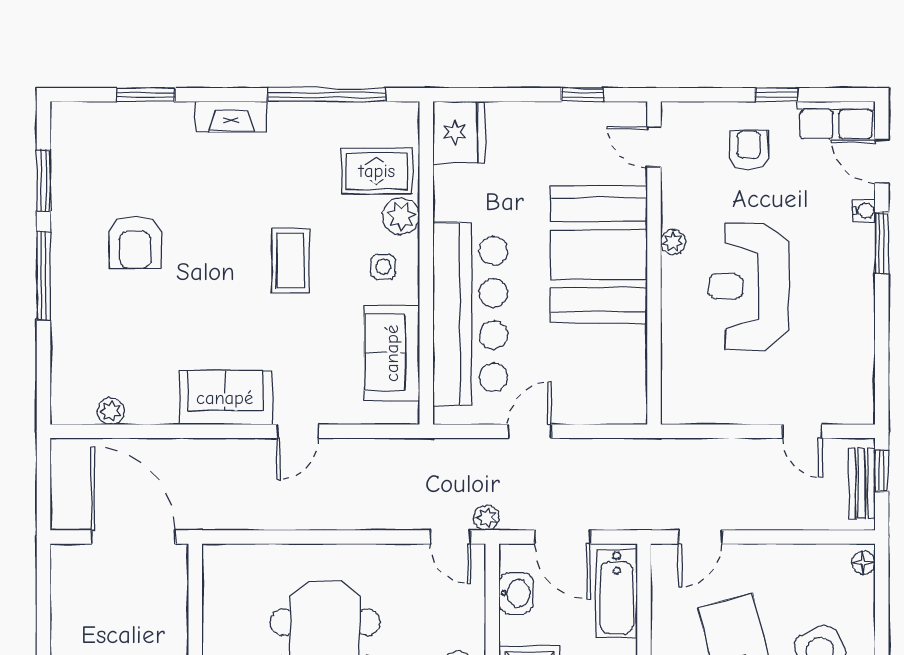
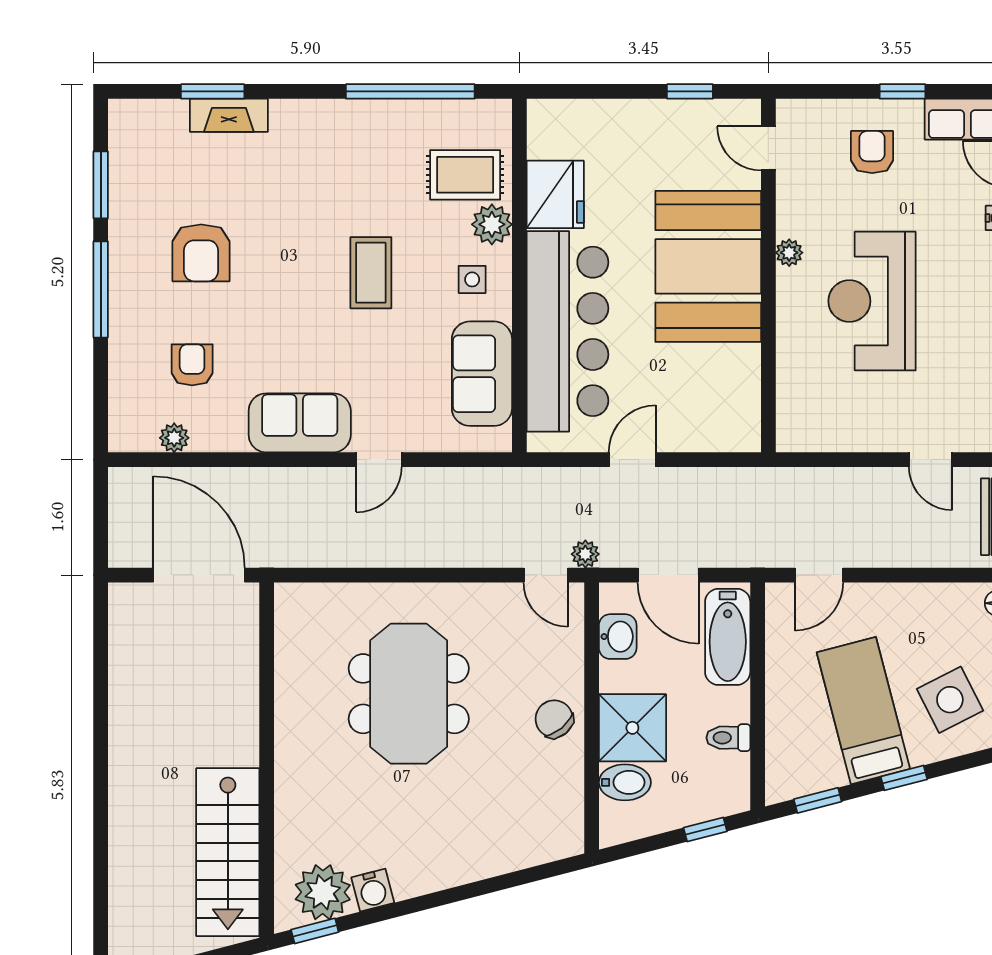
fireplace: (231, 117) -> (229, 115), moved
fridge: (459, 132) -> (555, 194), moved
armchair: (127, 345) -> (192, 365), added

